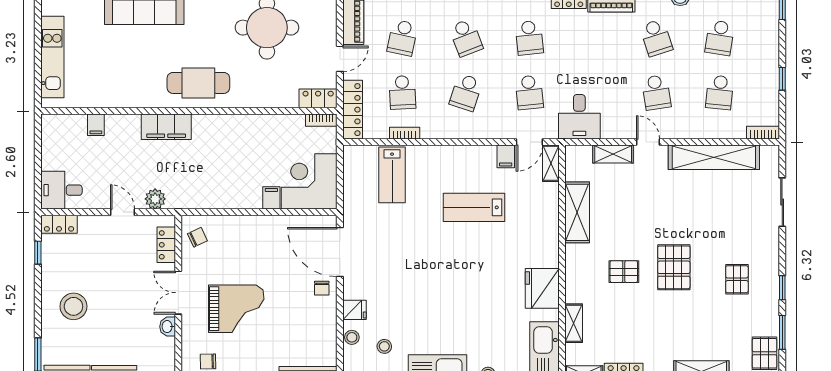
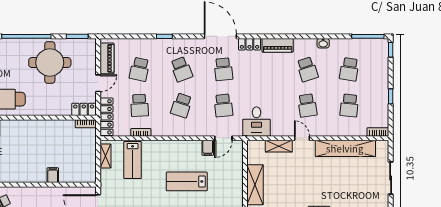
shelving: (551, 163) -> (105, 156), moved
corner desk: (309, 181) -> (78, 164), removed

